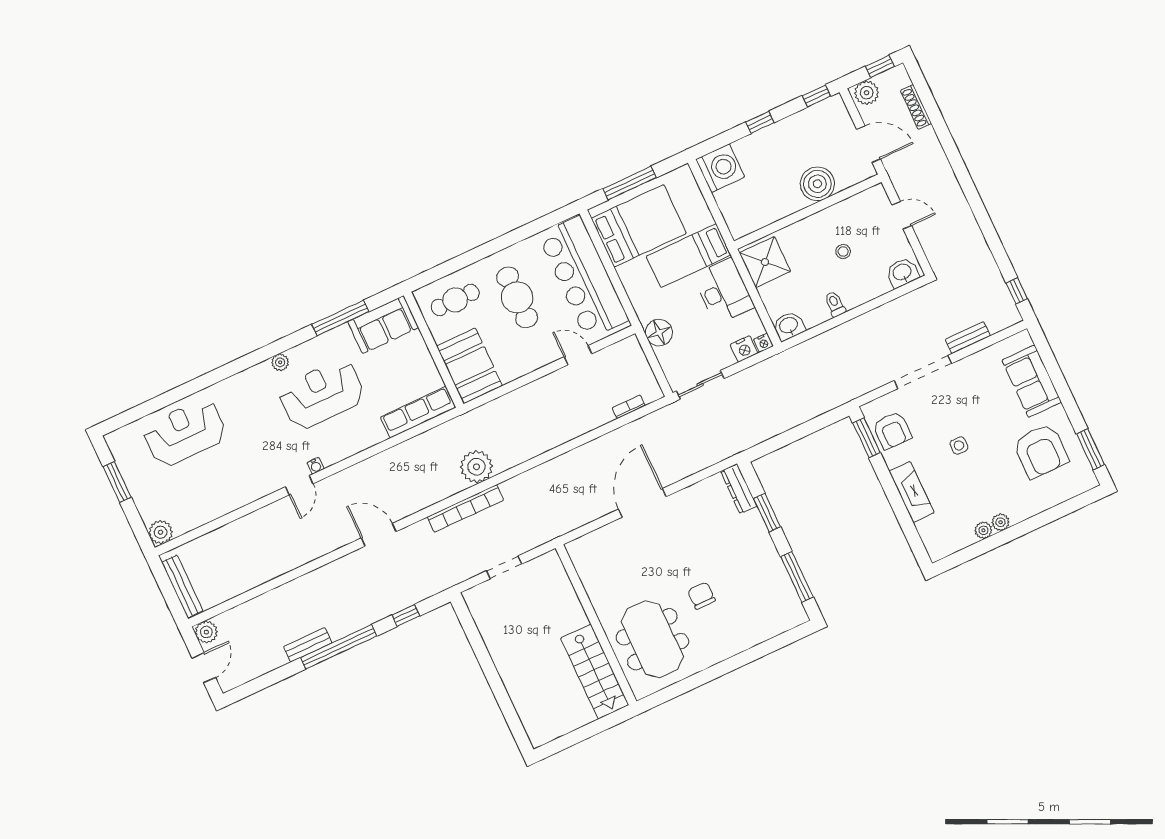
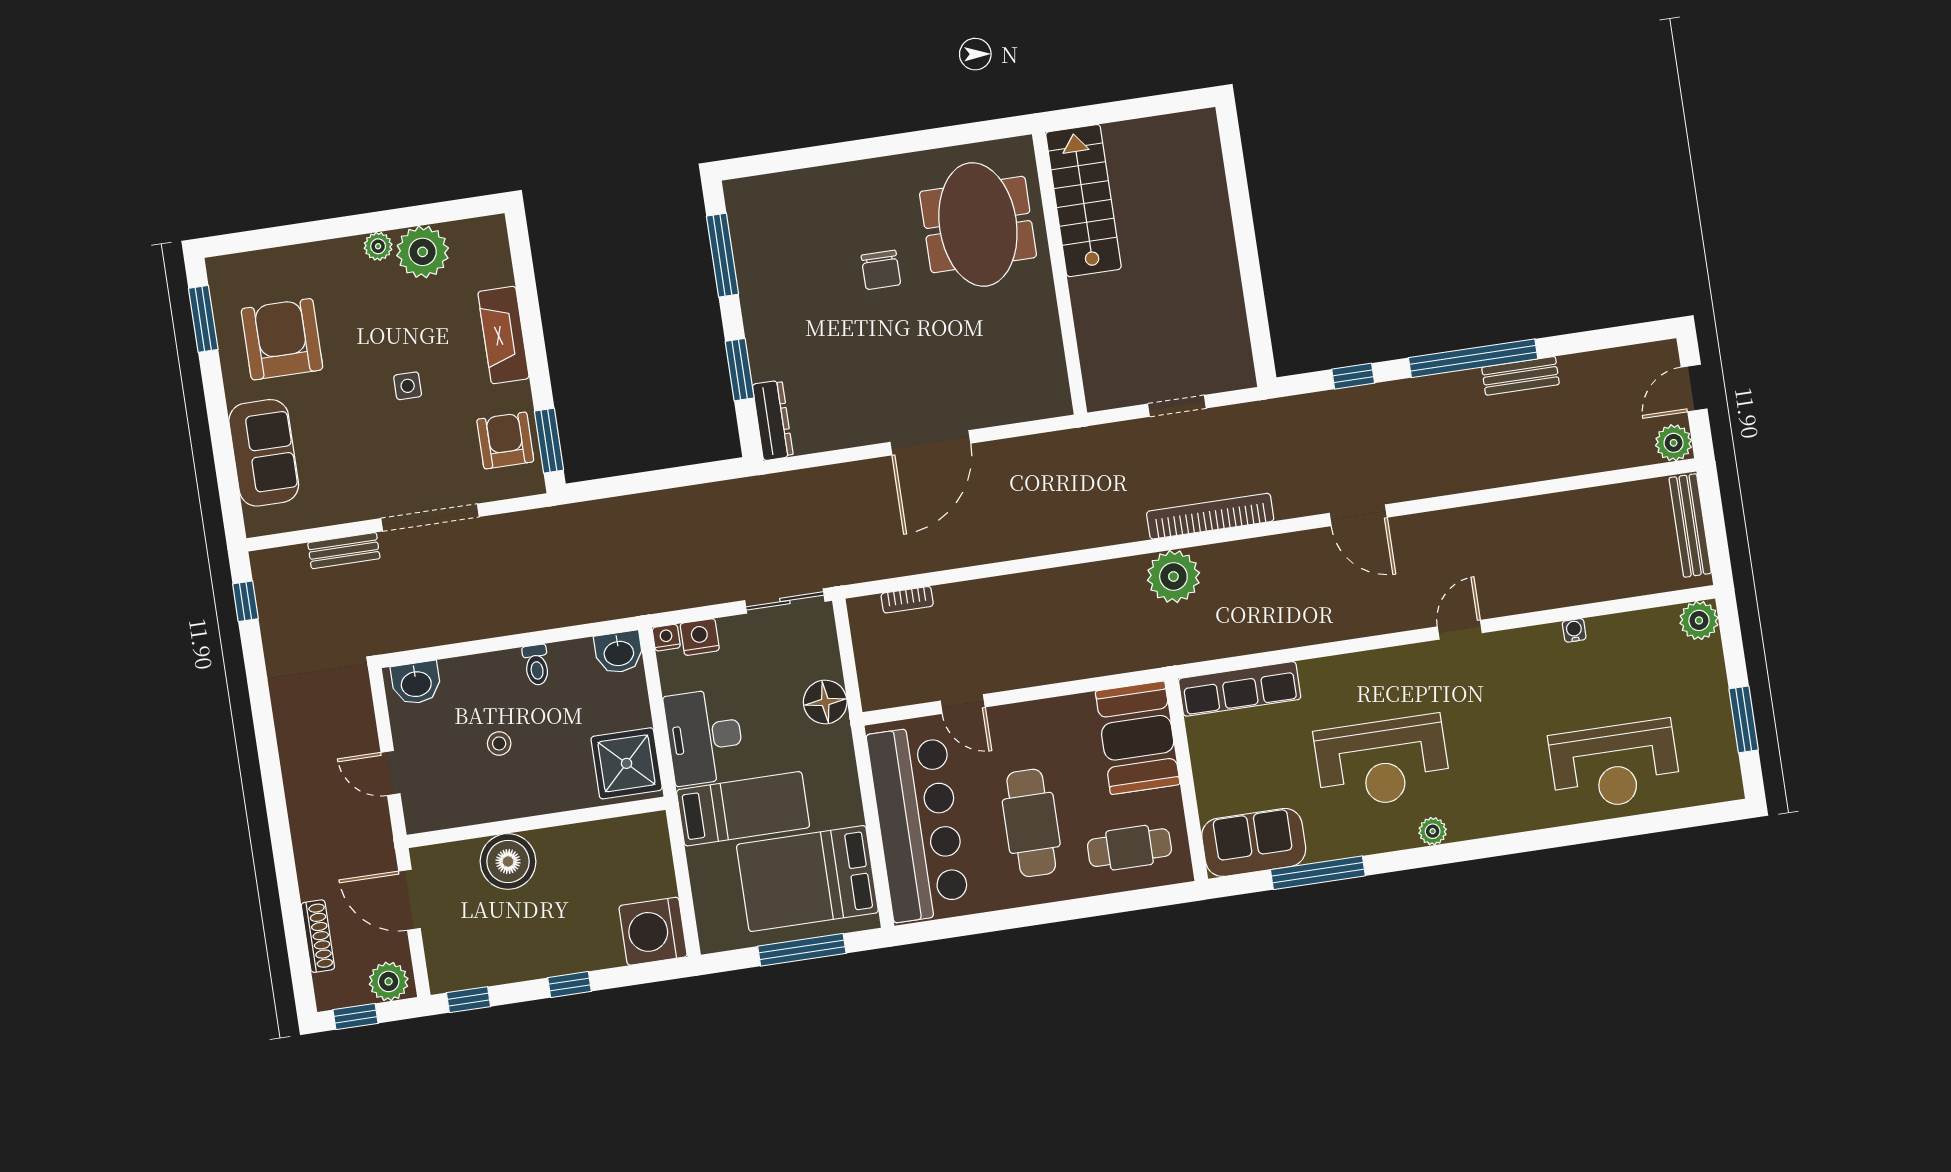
water cooler: (316, 466) -> (1574, 630), moved
plant: (983, 530) -> (423, 252), width x1.87, depth x1.87

